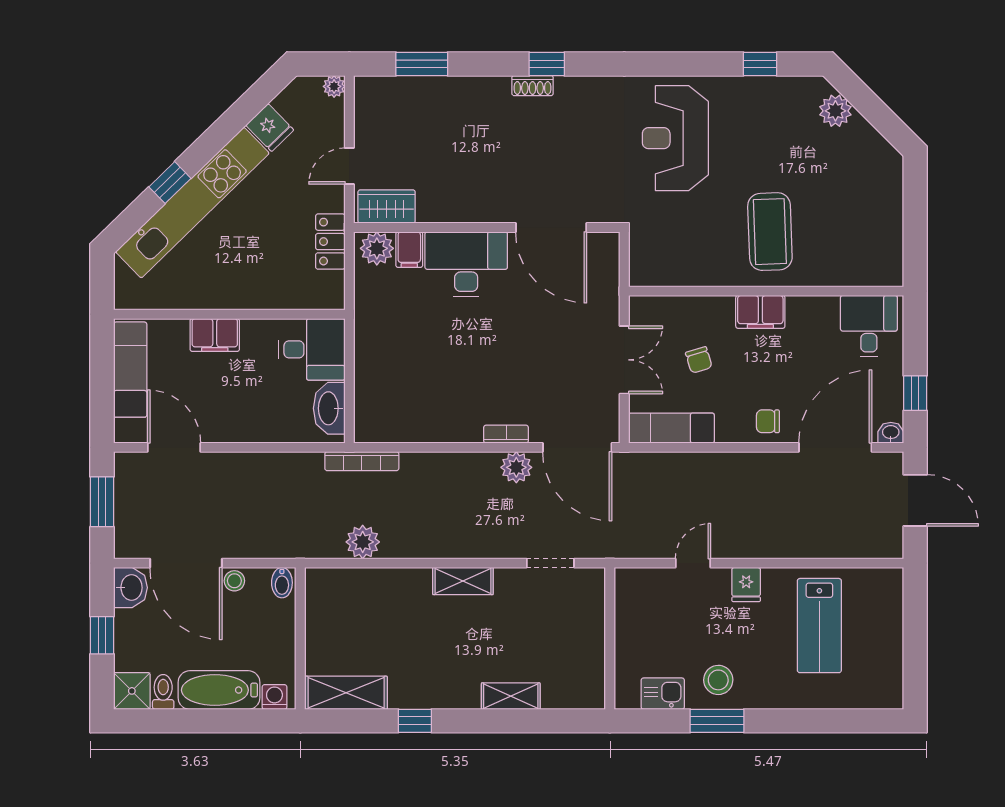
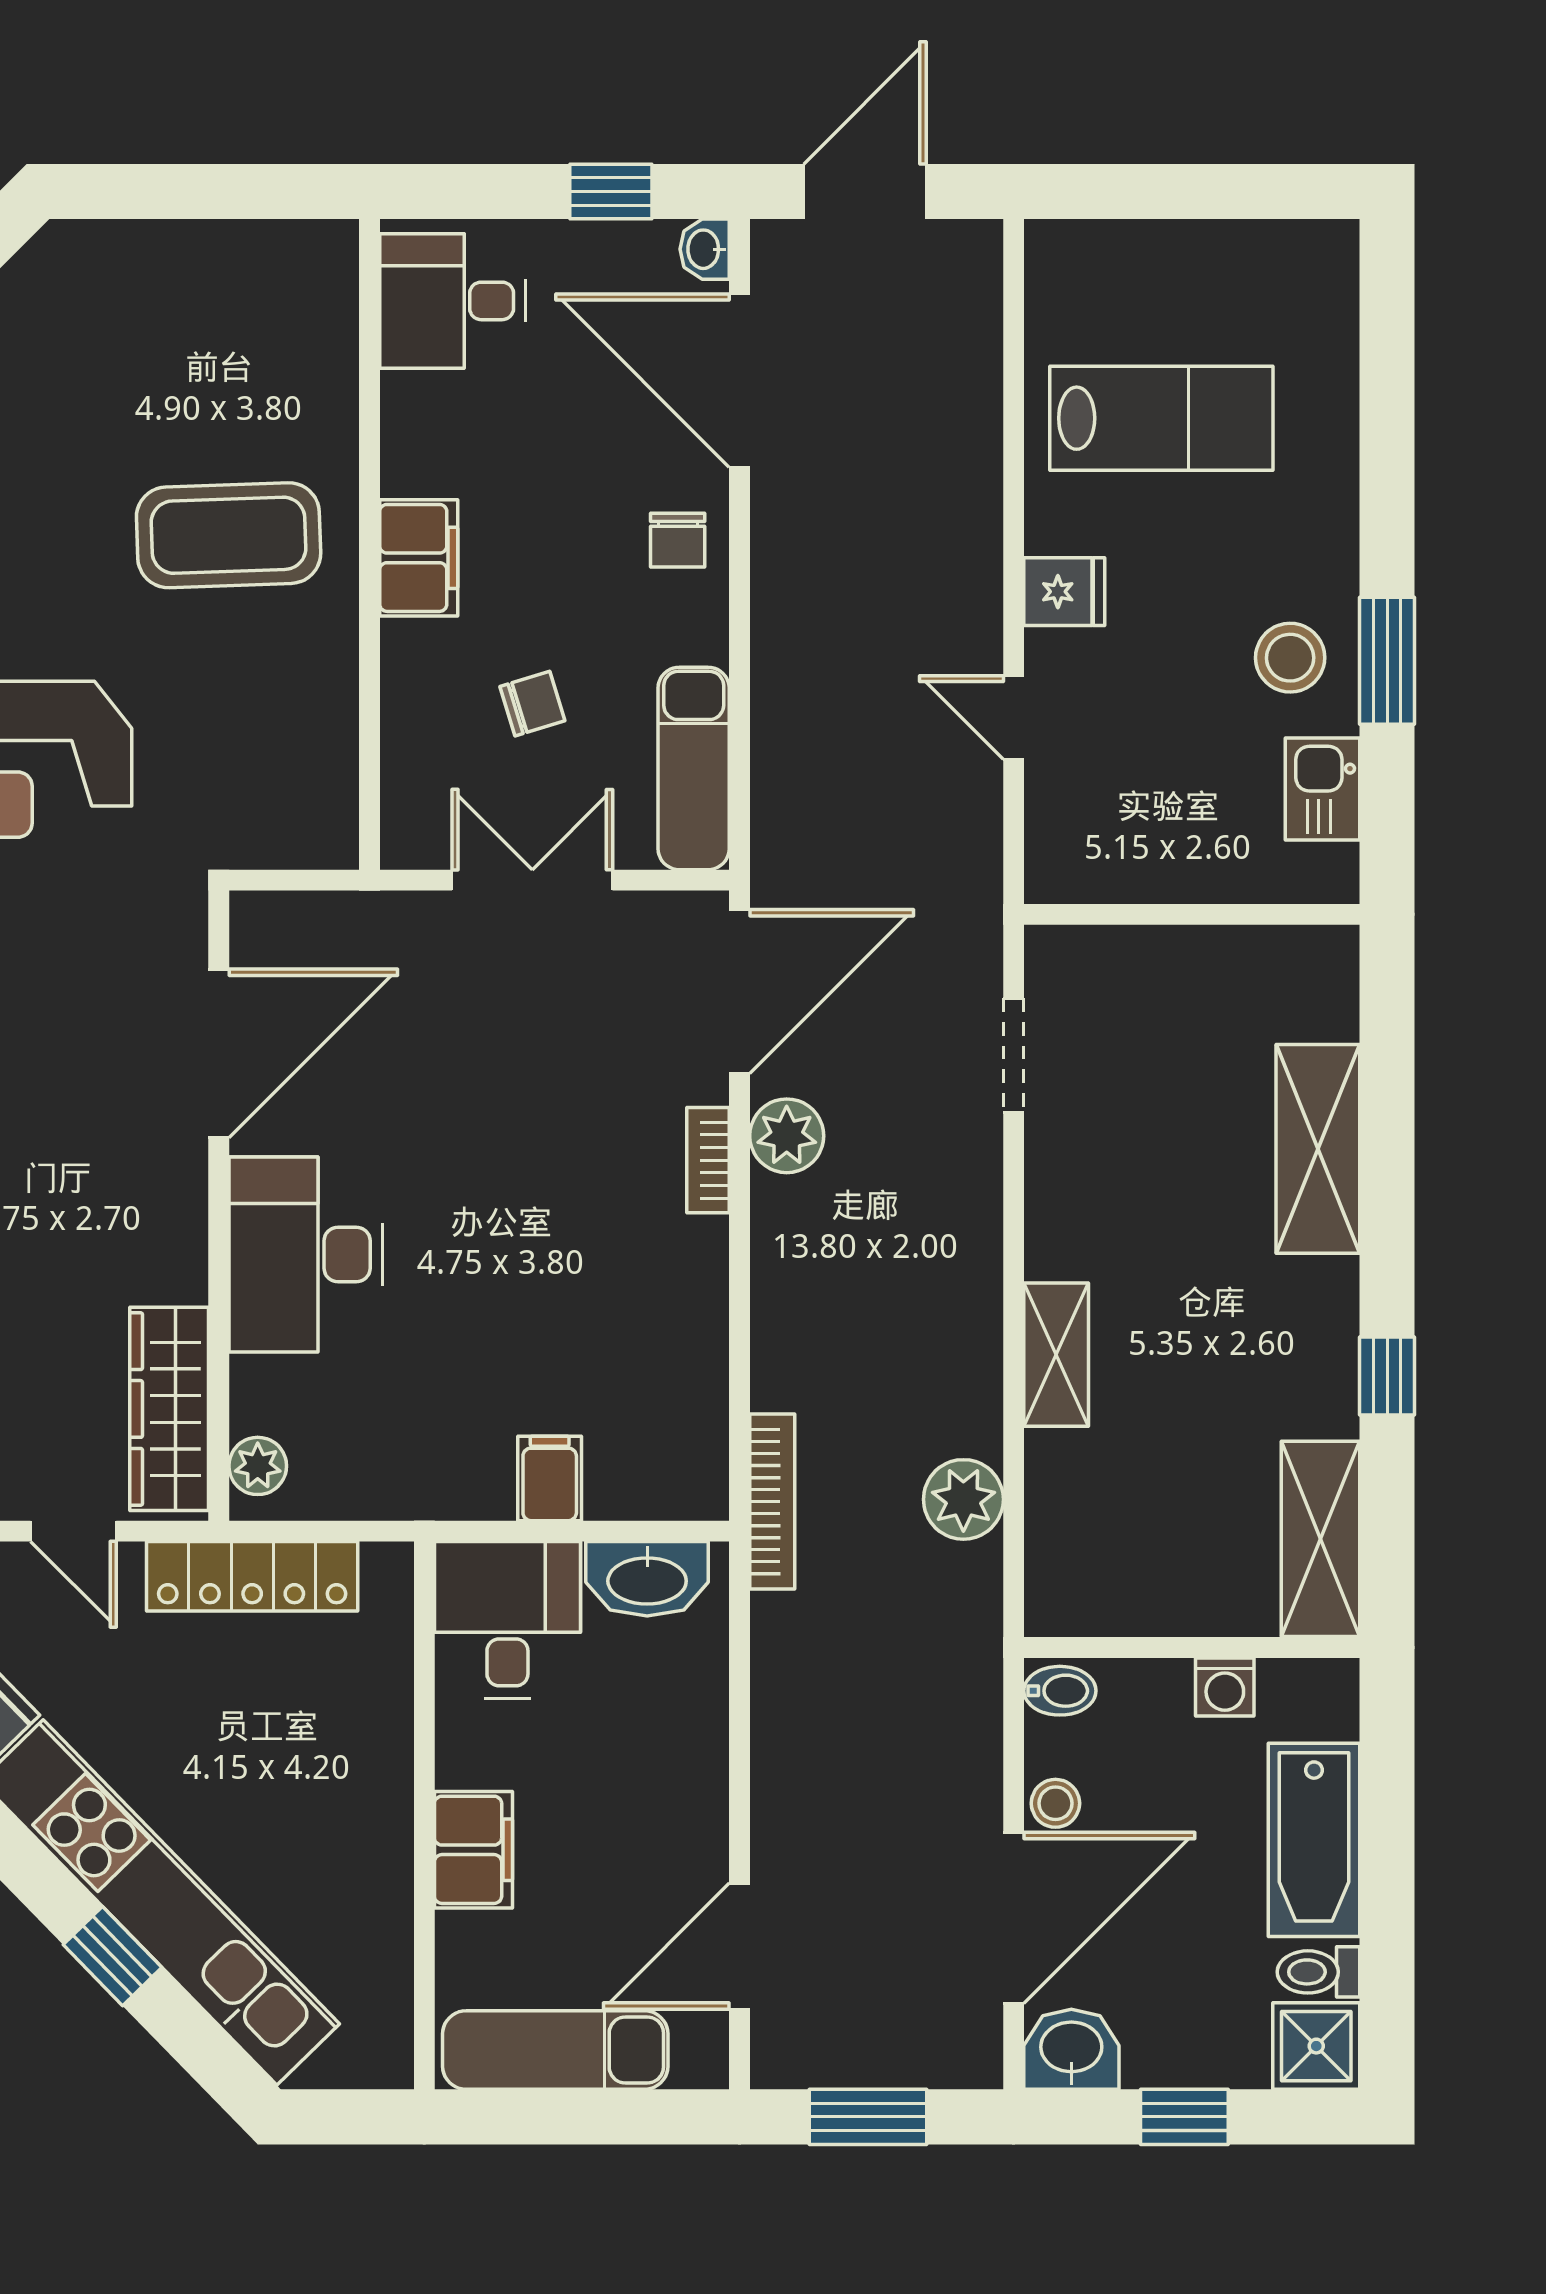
wardrobe: (387, 206) -> (169, 1409), width x1.50
locker: (330, 242) -> (252, 1576), width x1.53
plant: (377, 248) -> (258, 1466), width x0.73, depth x0.73
filing cabinet: (409, 250) -> (550, 1478), moved, turned -90
shelving: (463, 581) -> (1056, 1355), moved
shelving: (511, 696) -> (1318, 1149), width x1.50, depth x1.33
washing machine: (274, 697) -> (1225, 1687), moved, turned -90

